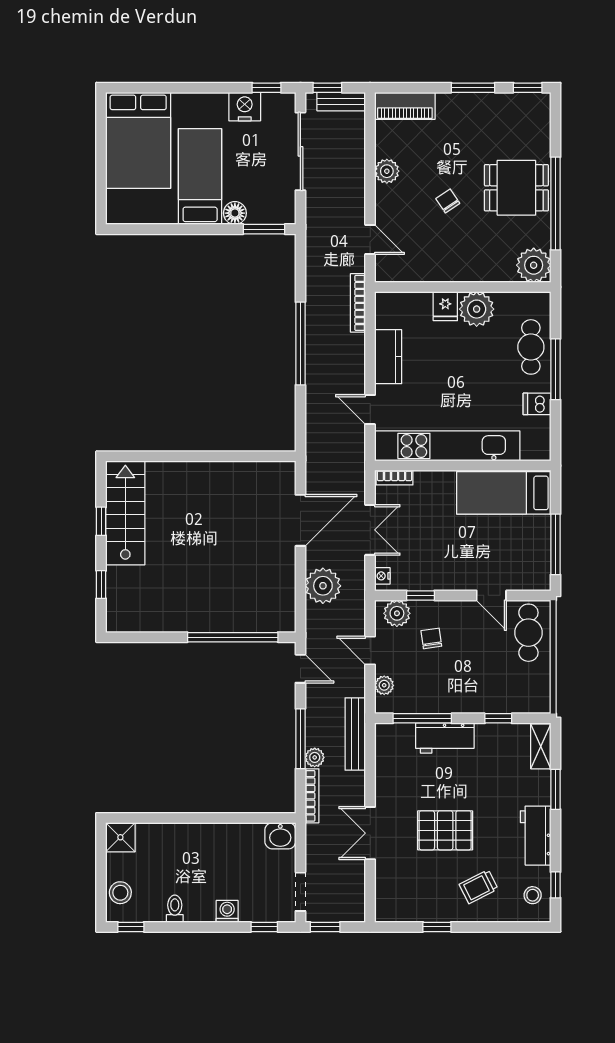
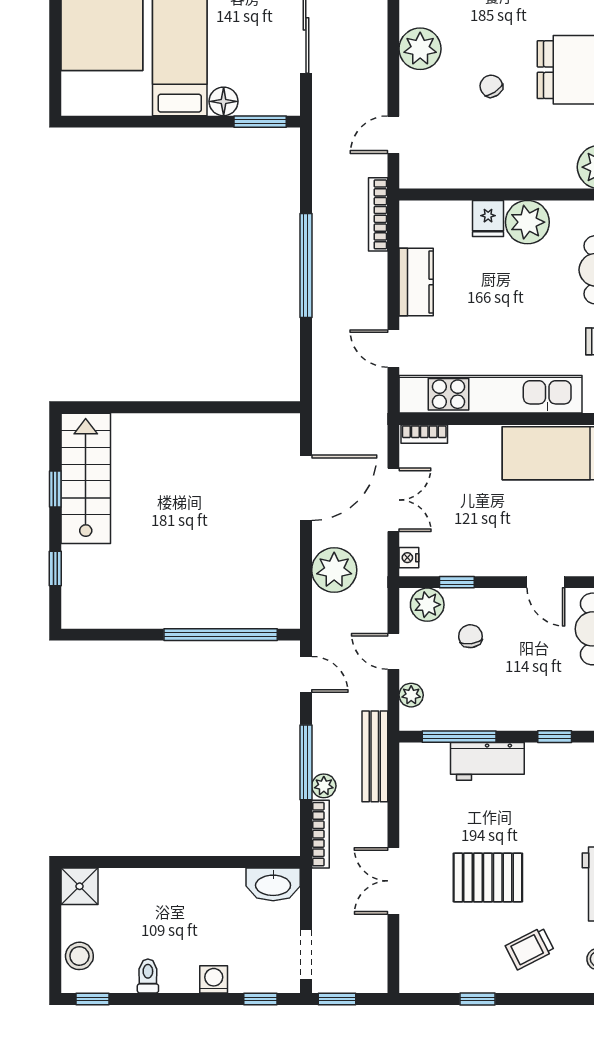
plant: (387, 171) -> (420, 49), width x1.36, depth x1.36
door: (370, 240) -> (393, 135), swing flipped
washbasin: (280, 836) -> (273, 884), width x1.38

